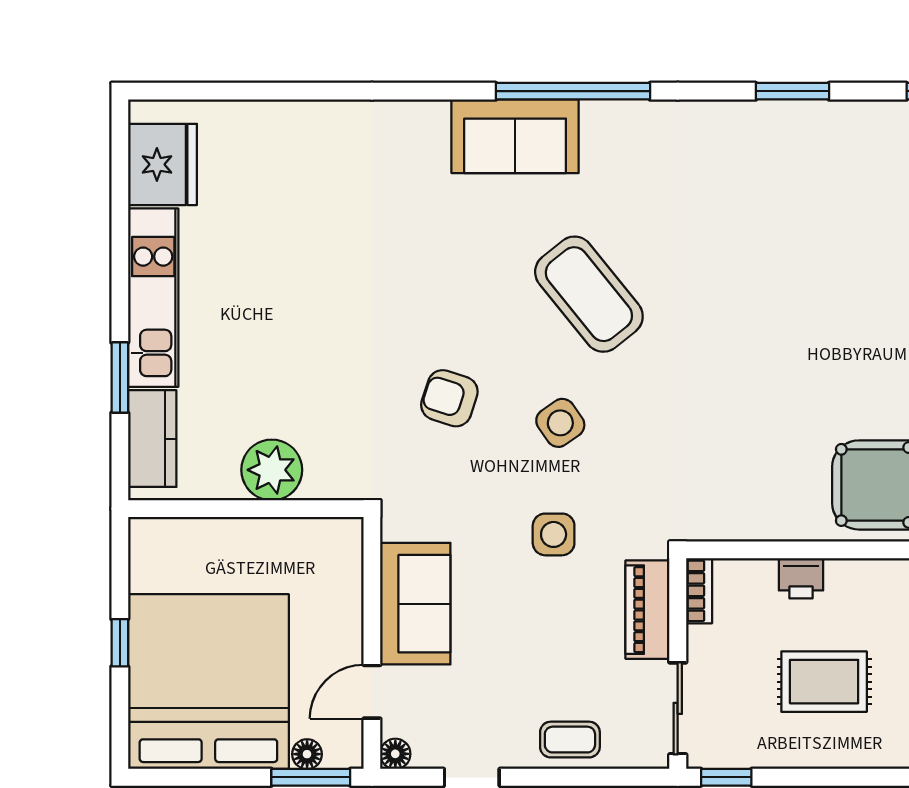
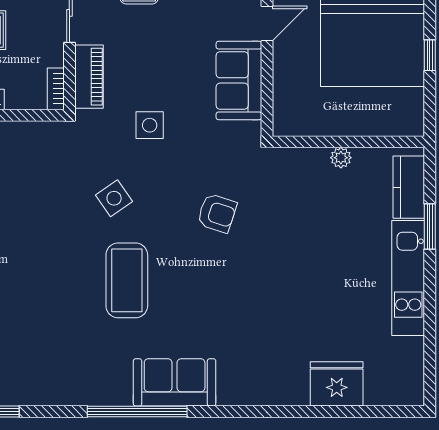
fridge: (162, 164) -> (337, 384), moved, turned 90
coffee table: (589, 294) -> (127, 280), turned 39
side table: (560, 423) -> (114, 198), moved
plant: (272, 470) -> (341, 158), width x0.53, depth x0.53

